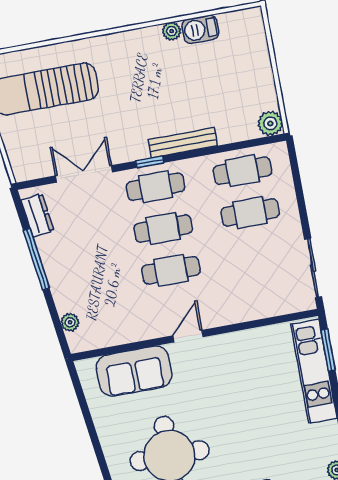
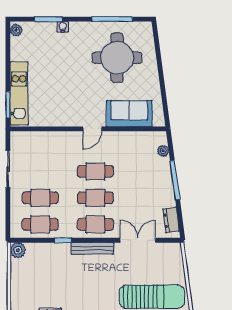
bench: (183, 143) -> (92, 248), moved
window: (150, 162) -> (63, 240), moved
double door: (84, 174) -> (138, 240), swing flipped
window: (36, 259) -> (175, 180), moved
sliding door: (313, 268) -> (8, 169), moved

